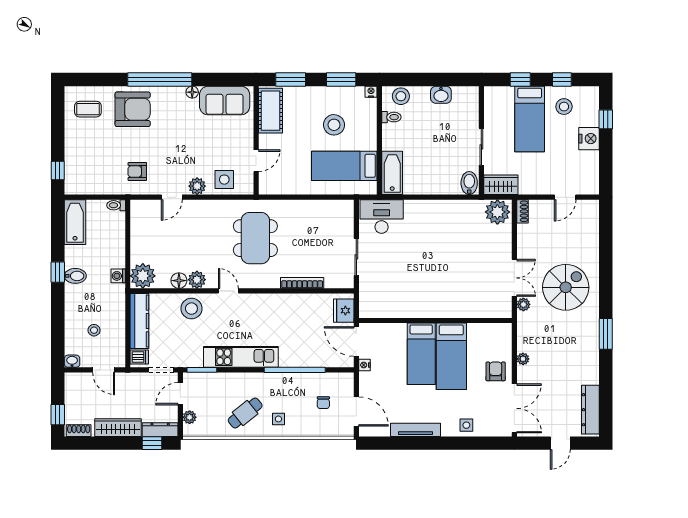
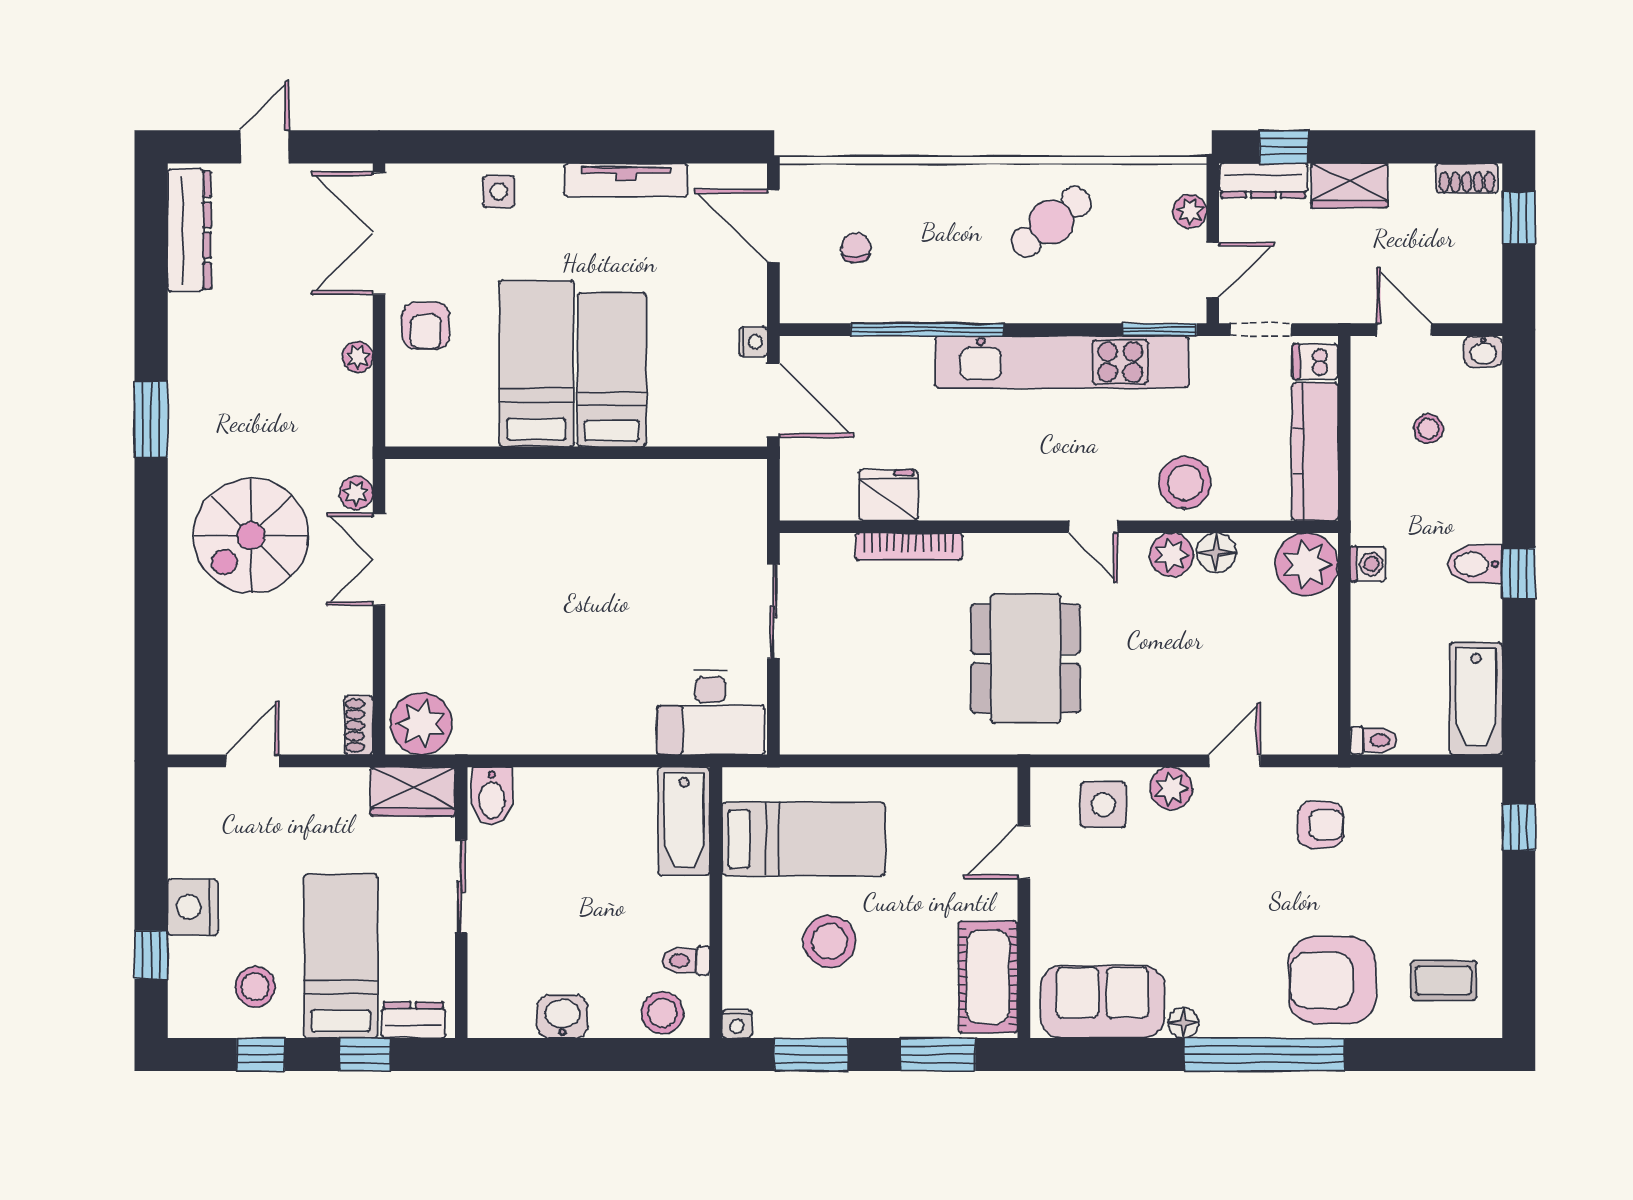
dresser: (501, 93) -> (413, 1020), added
fridge: (344, 311) -> (888, 495), moved, turned -90
kitchen unit: (241, 357) -> (1062, 362), width x1.36
side table: (278, 419) -> (968, 207), removed
wardrobe: (118, 428) -> (1349, 186), width x0.67

